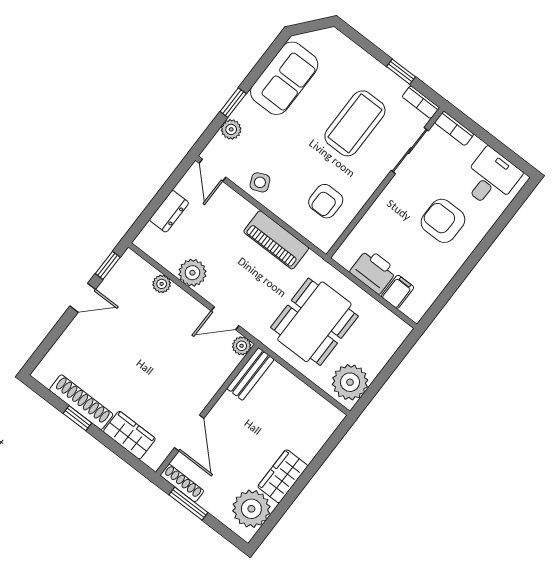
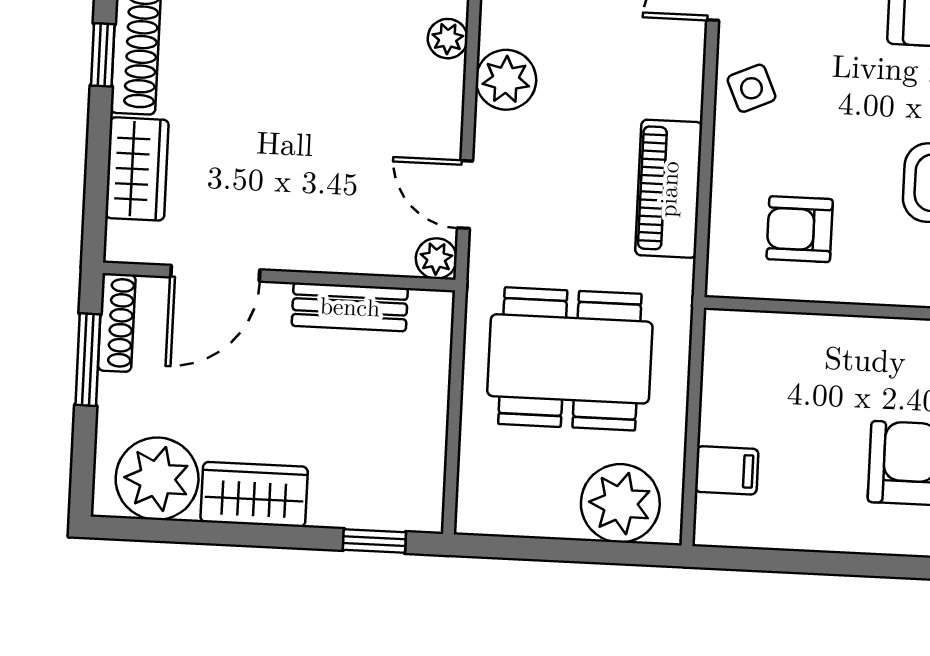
printer: (374, 271) -> (734, 402), removed
bench: (250, 374) -> (350, 307), moved
plant: (350, 382) -> (620, 503), moved
window: (332, 443) -> (374, 541), added

